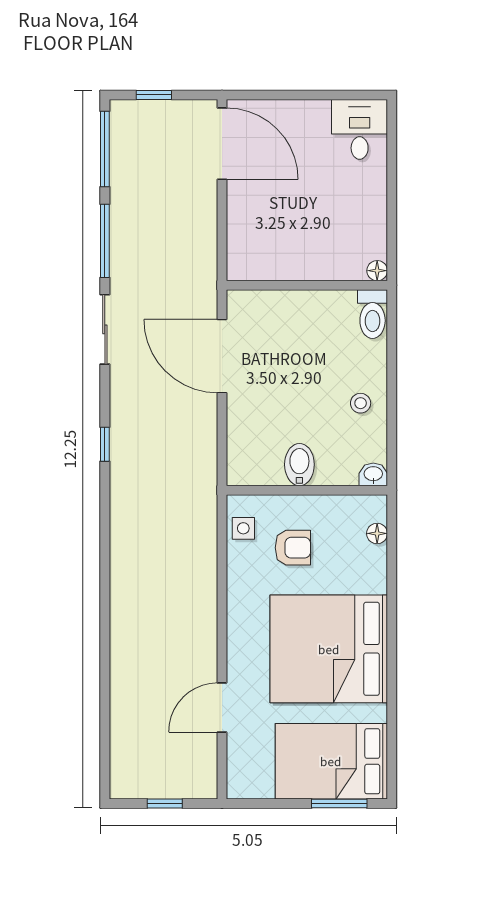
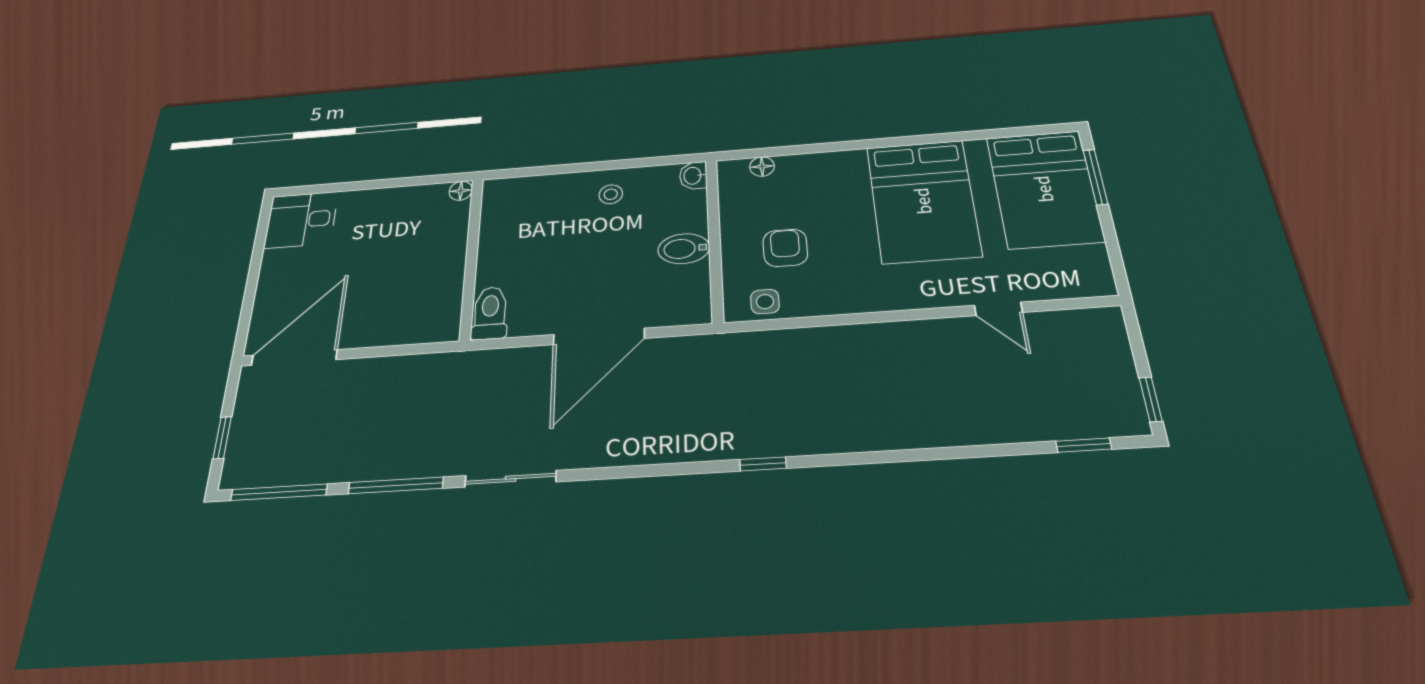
toilet: (373, 314) -> (490, 313), moved, turned -90
door: (222, 356) -> (599, 336), moved
window: (105, 444) -> (763, 464), moved
bed: (329, 649) -> (923, 201), width x0.73
door: (222, 707) -> (998, 309), width x0.73
window: (105, 750) -> (1084, 445), added
window: (165, 803) -> (1151, 399), moved

